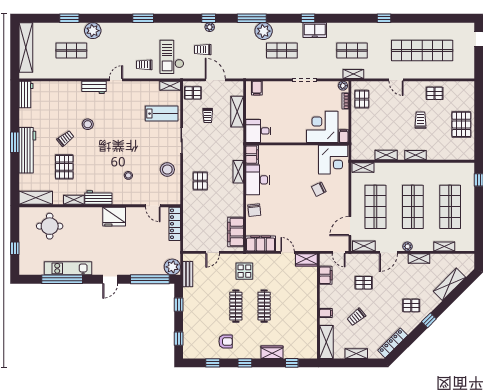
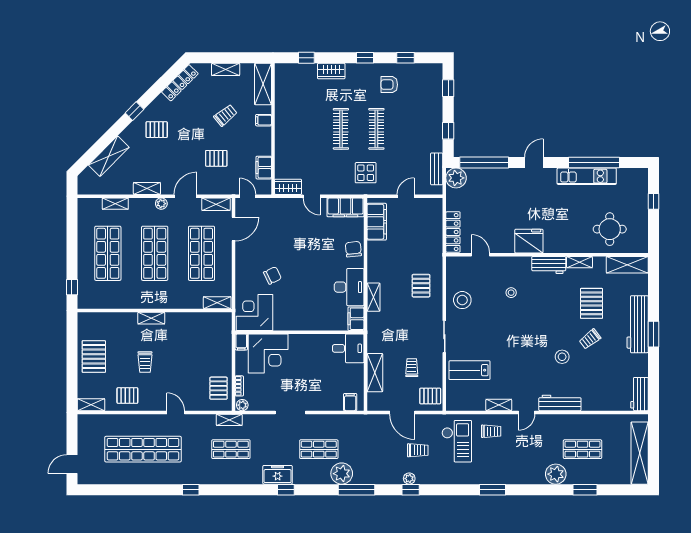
shelving: (170, 86) -> (499, 405), moved
workbench: (94, 87) -> (560, 403), width x1.38
shelving: (386, 155) -> (91, 405), moved

